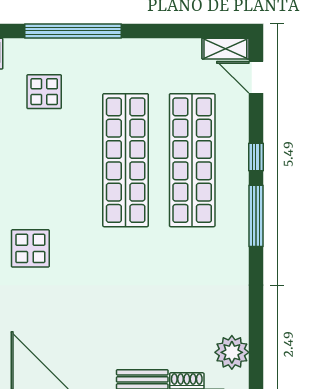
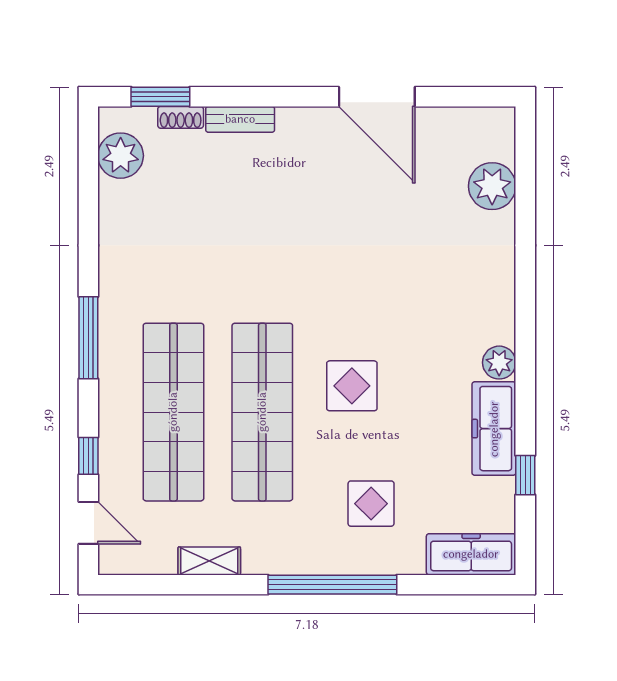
shelving: (225, 49) -> (209, 561), moved
window: (256, 157) -> (88, 456), moved
display table: (30, 248) -> (352, 386), moved

